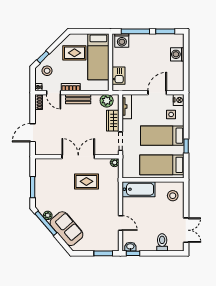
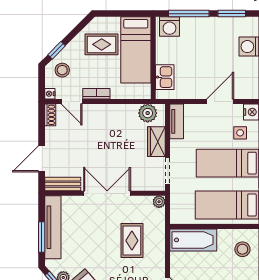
bench: (78, 99) -> (63, 184), moved
tv unit: (40, 180) -> (53, 227), added
rug: (86, 181) -> (132, 241), moved, turned 90

